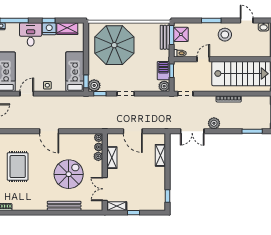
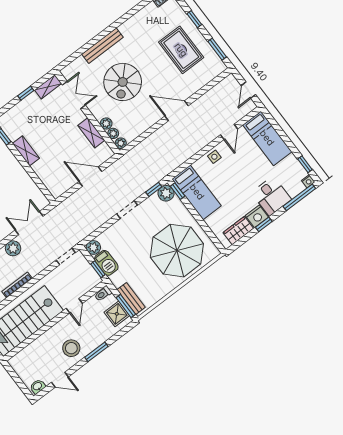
shelving: (160, 155) -> (26, 151), moved

